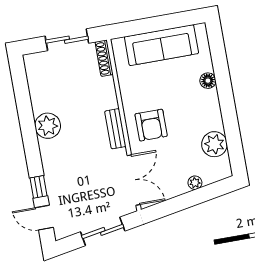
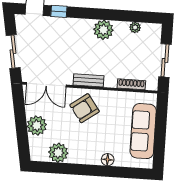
shoe rack: (104, 58) -> (131, 84), moved
plant: (35, 87) -> (135, 27), added
armchair: (151, 125) -> (85, 108), turned -36
plant: (195, 183) -> (37, 126), width x1.87, depth x1.87

